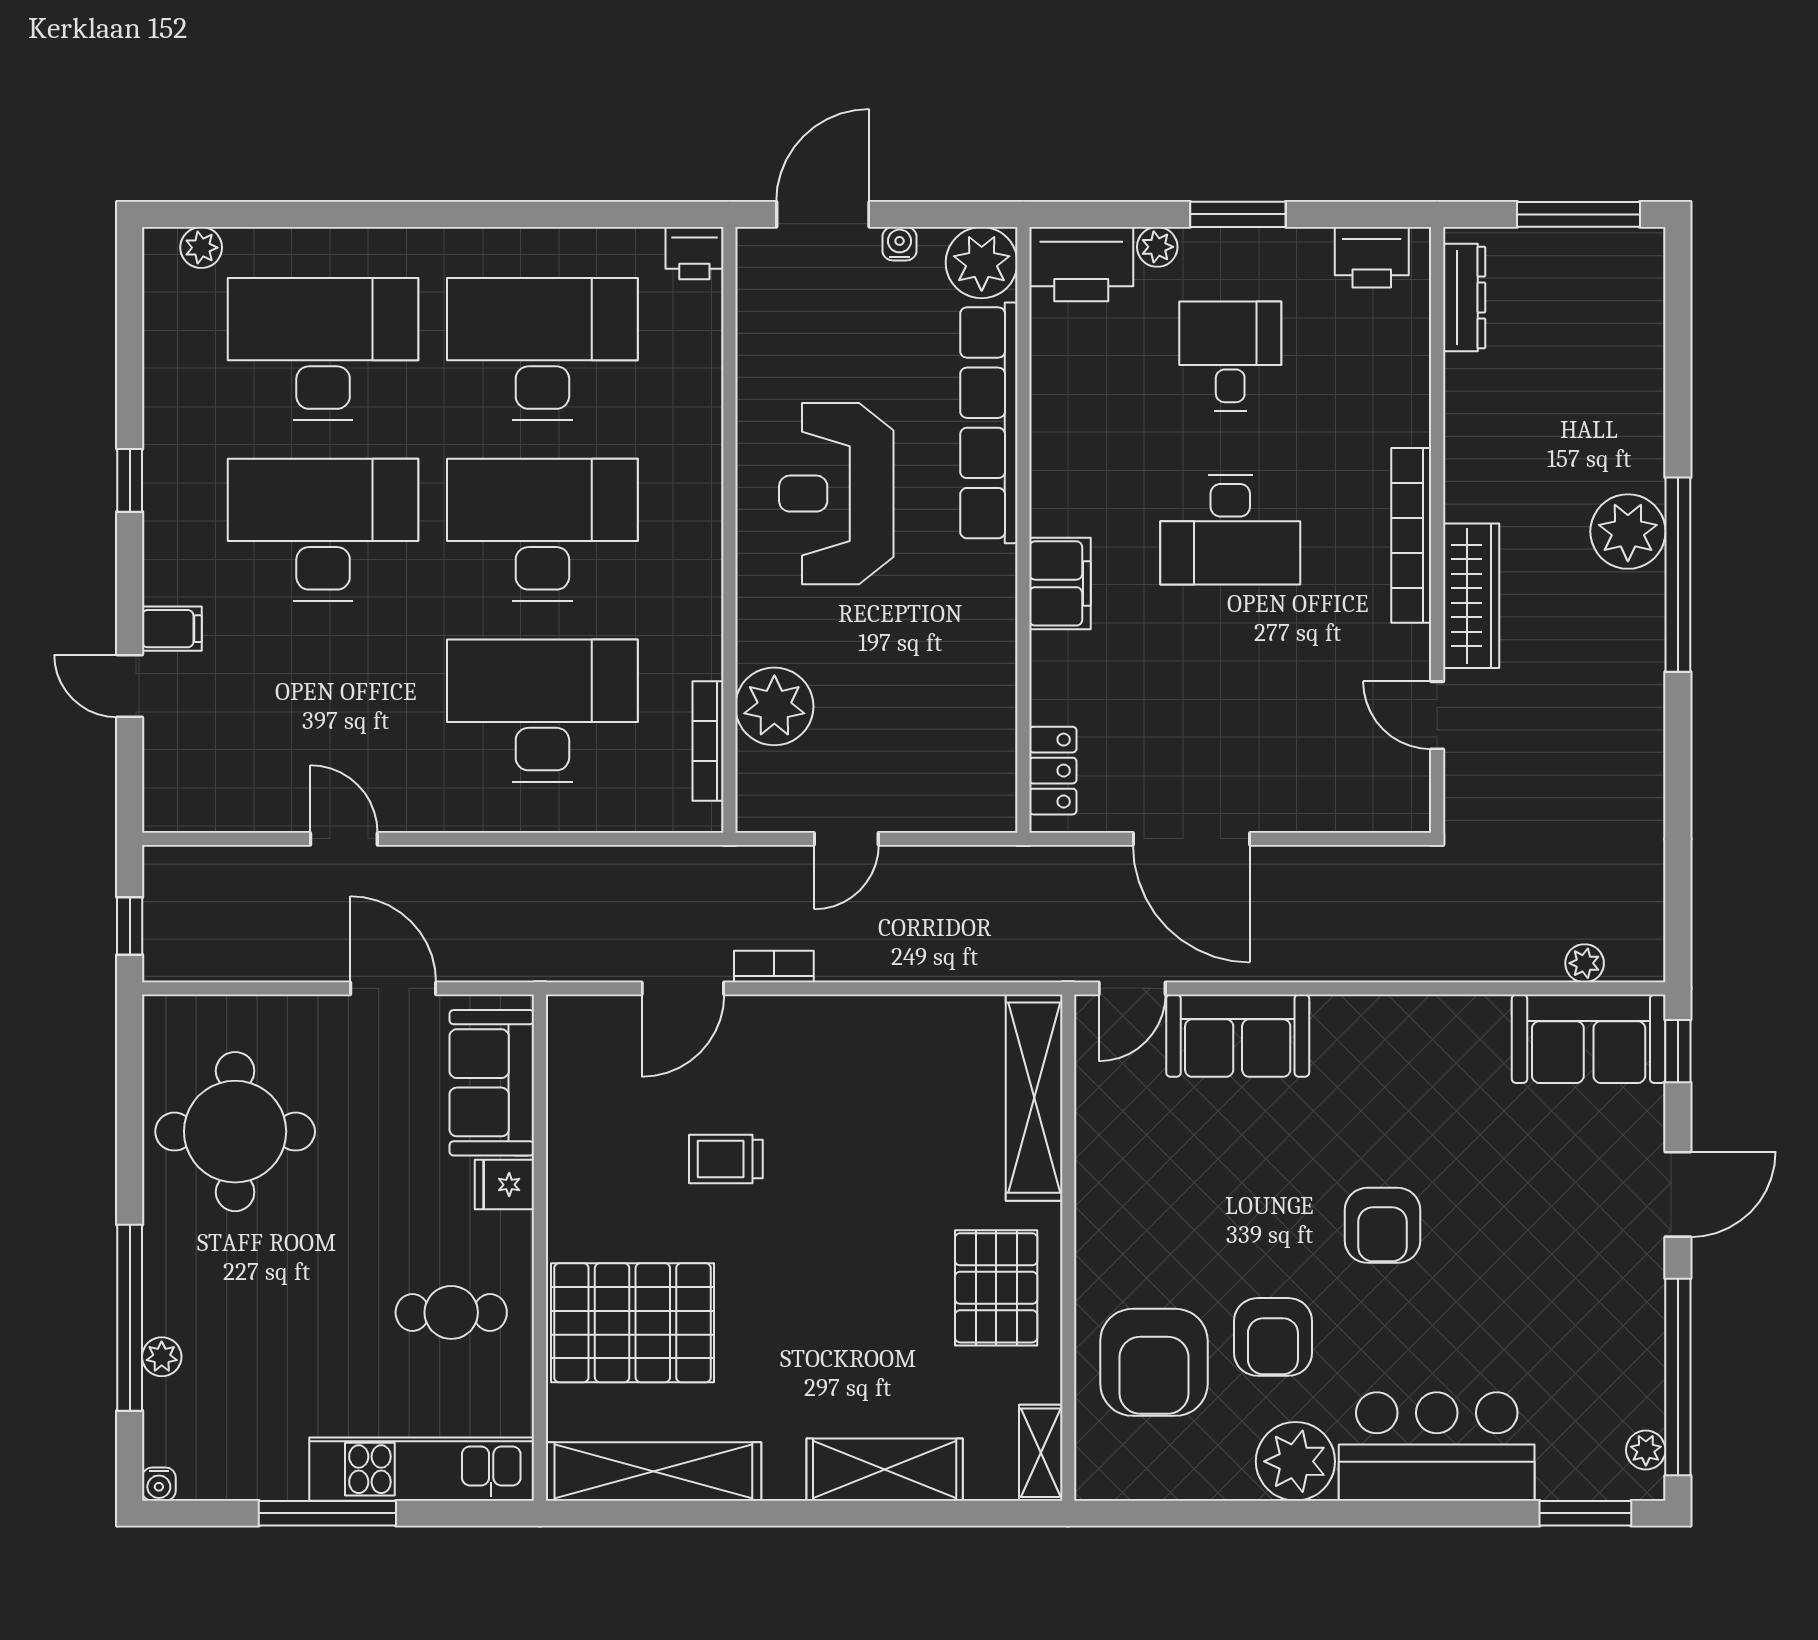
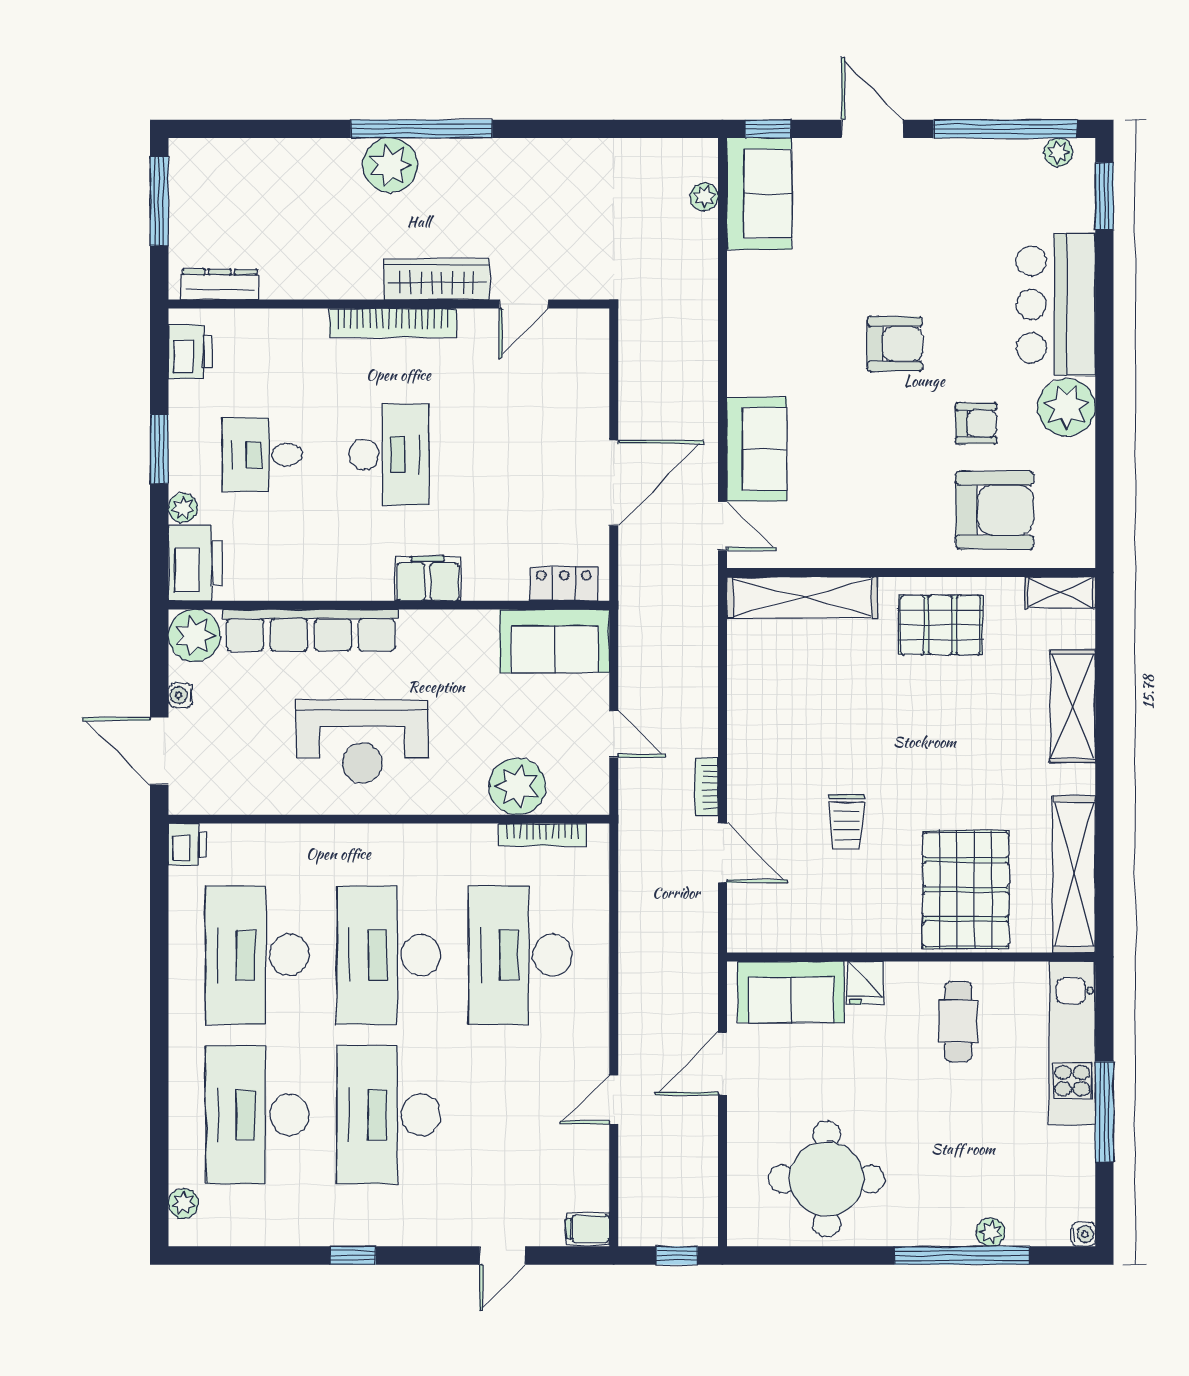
filing cabinet: (172, 629) -> (588, 1229), moved, turned -90
sofa: (974, 758) -> (554, 641), added
armchair: (1273, 1337) -> (976, 424), width x0.72, depth x0.72

